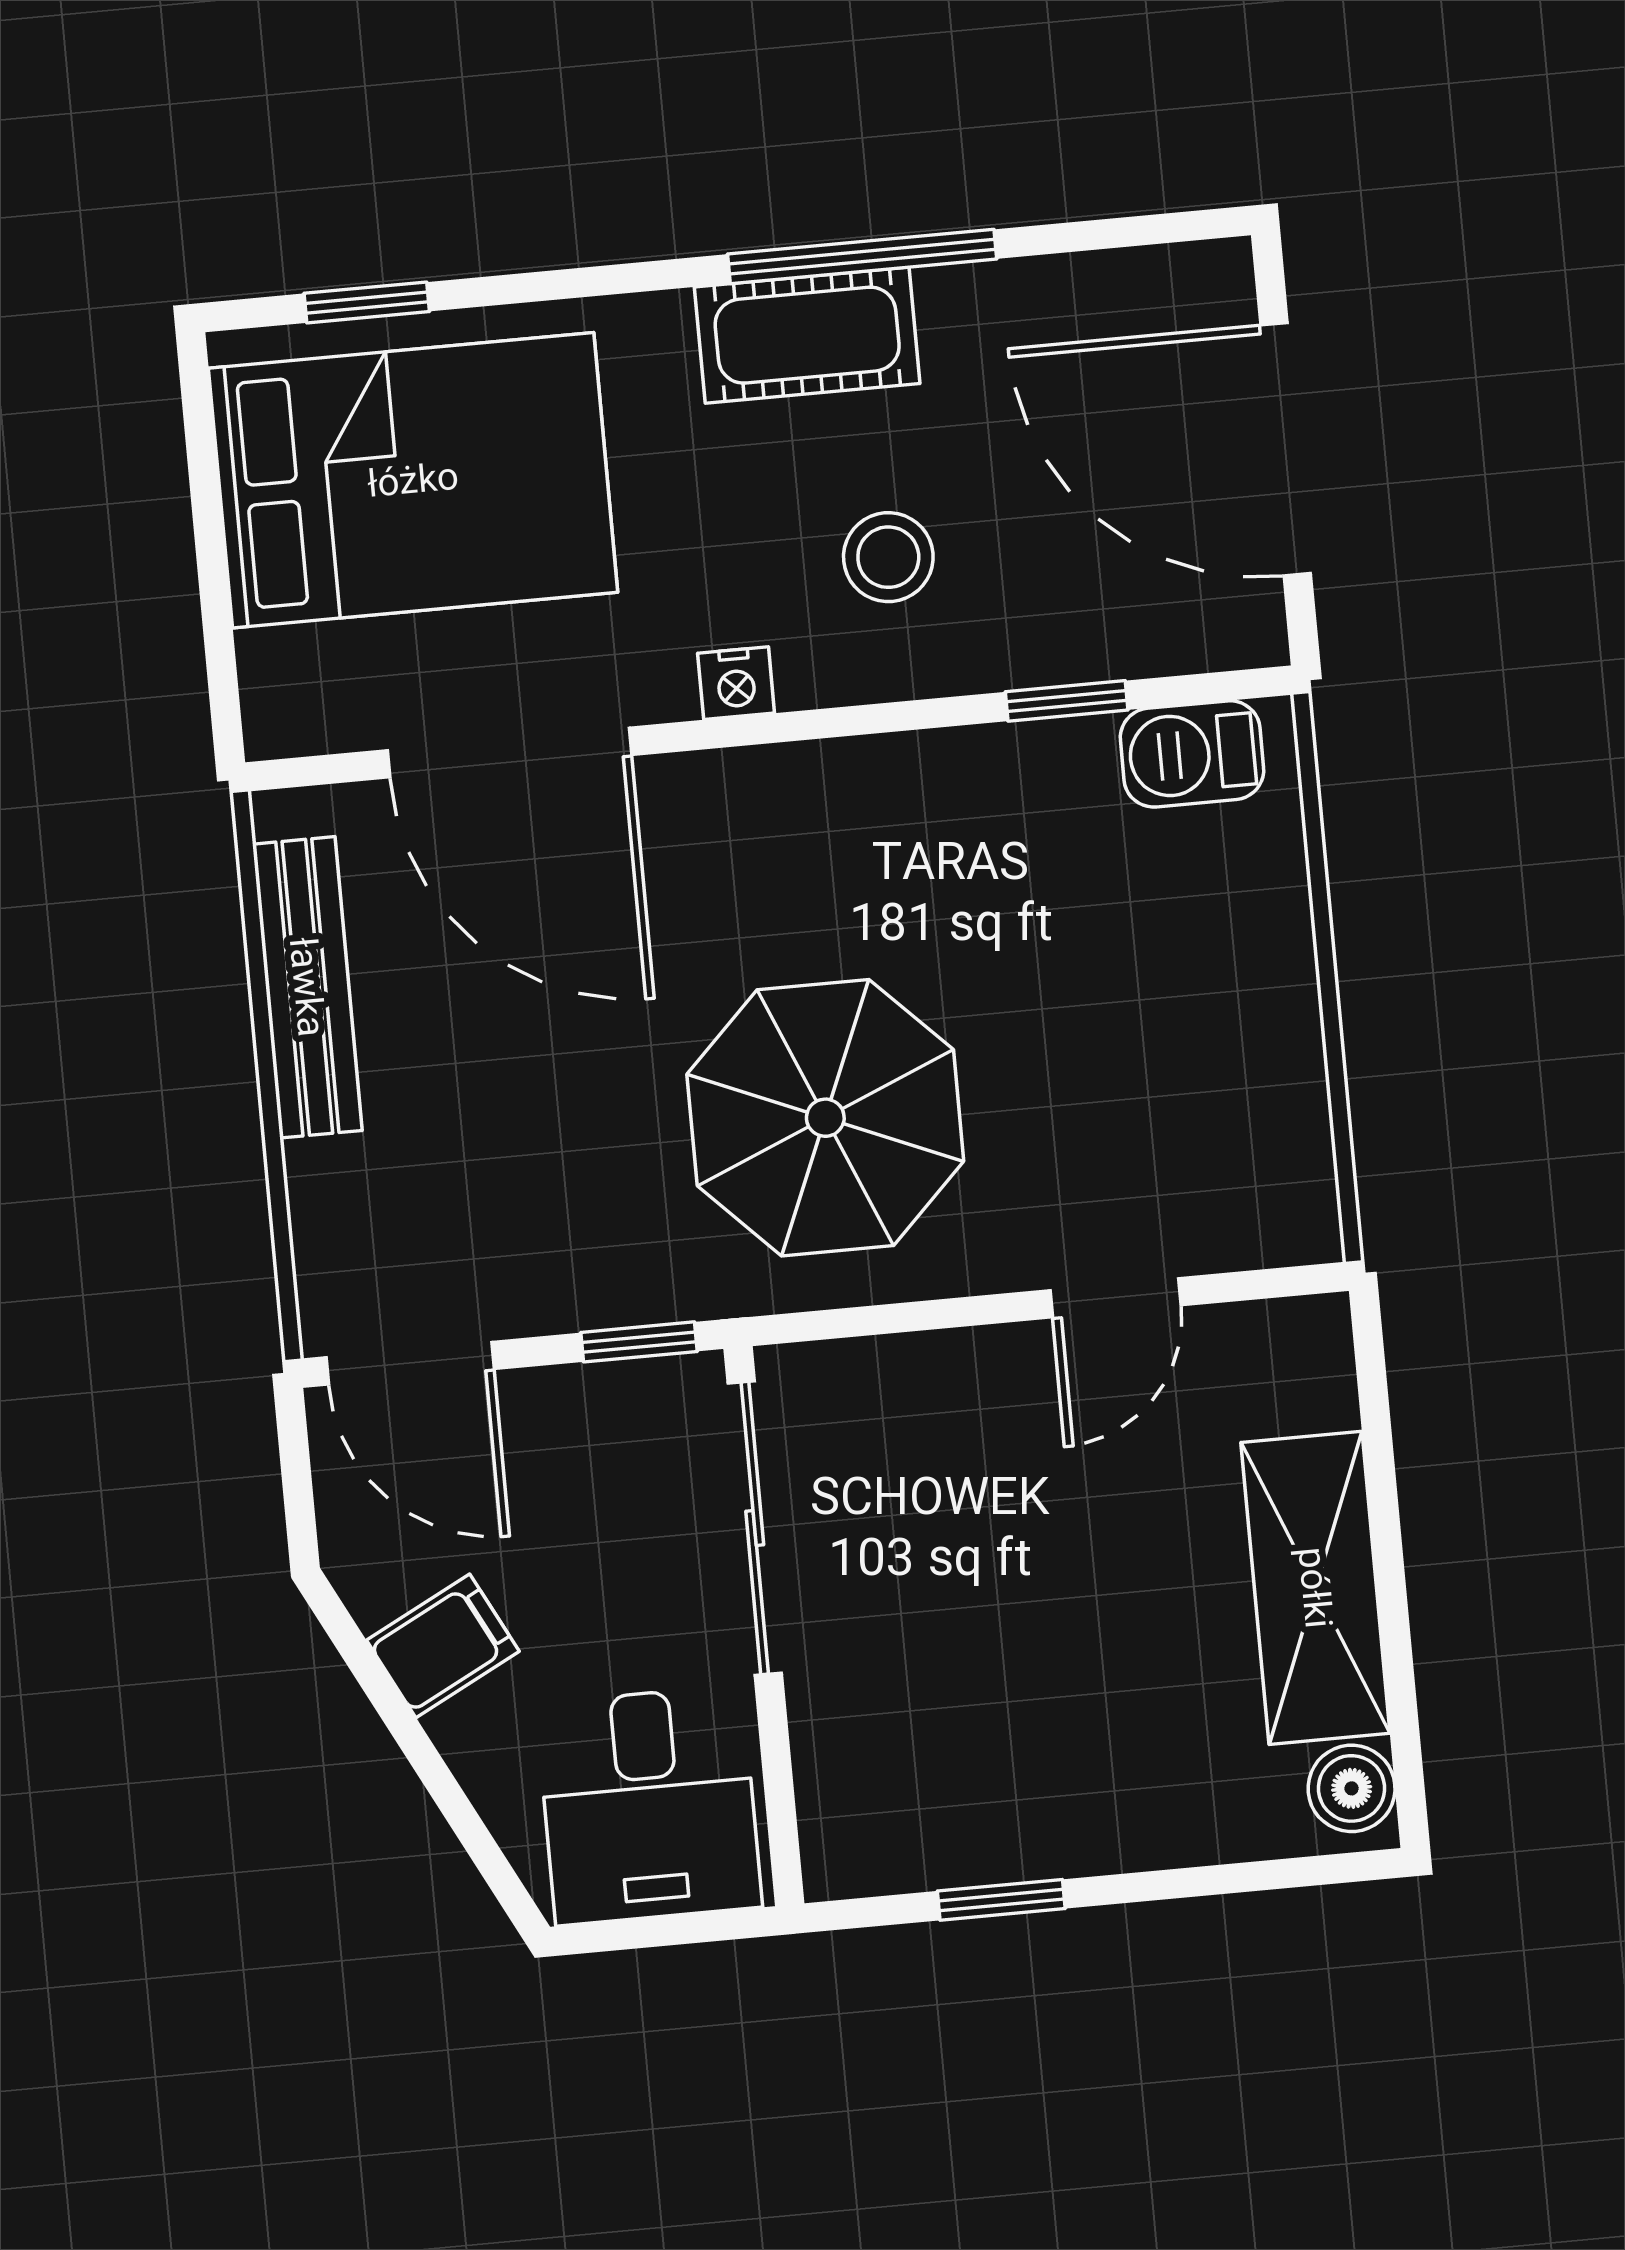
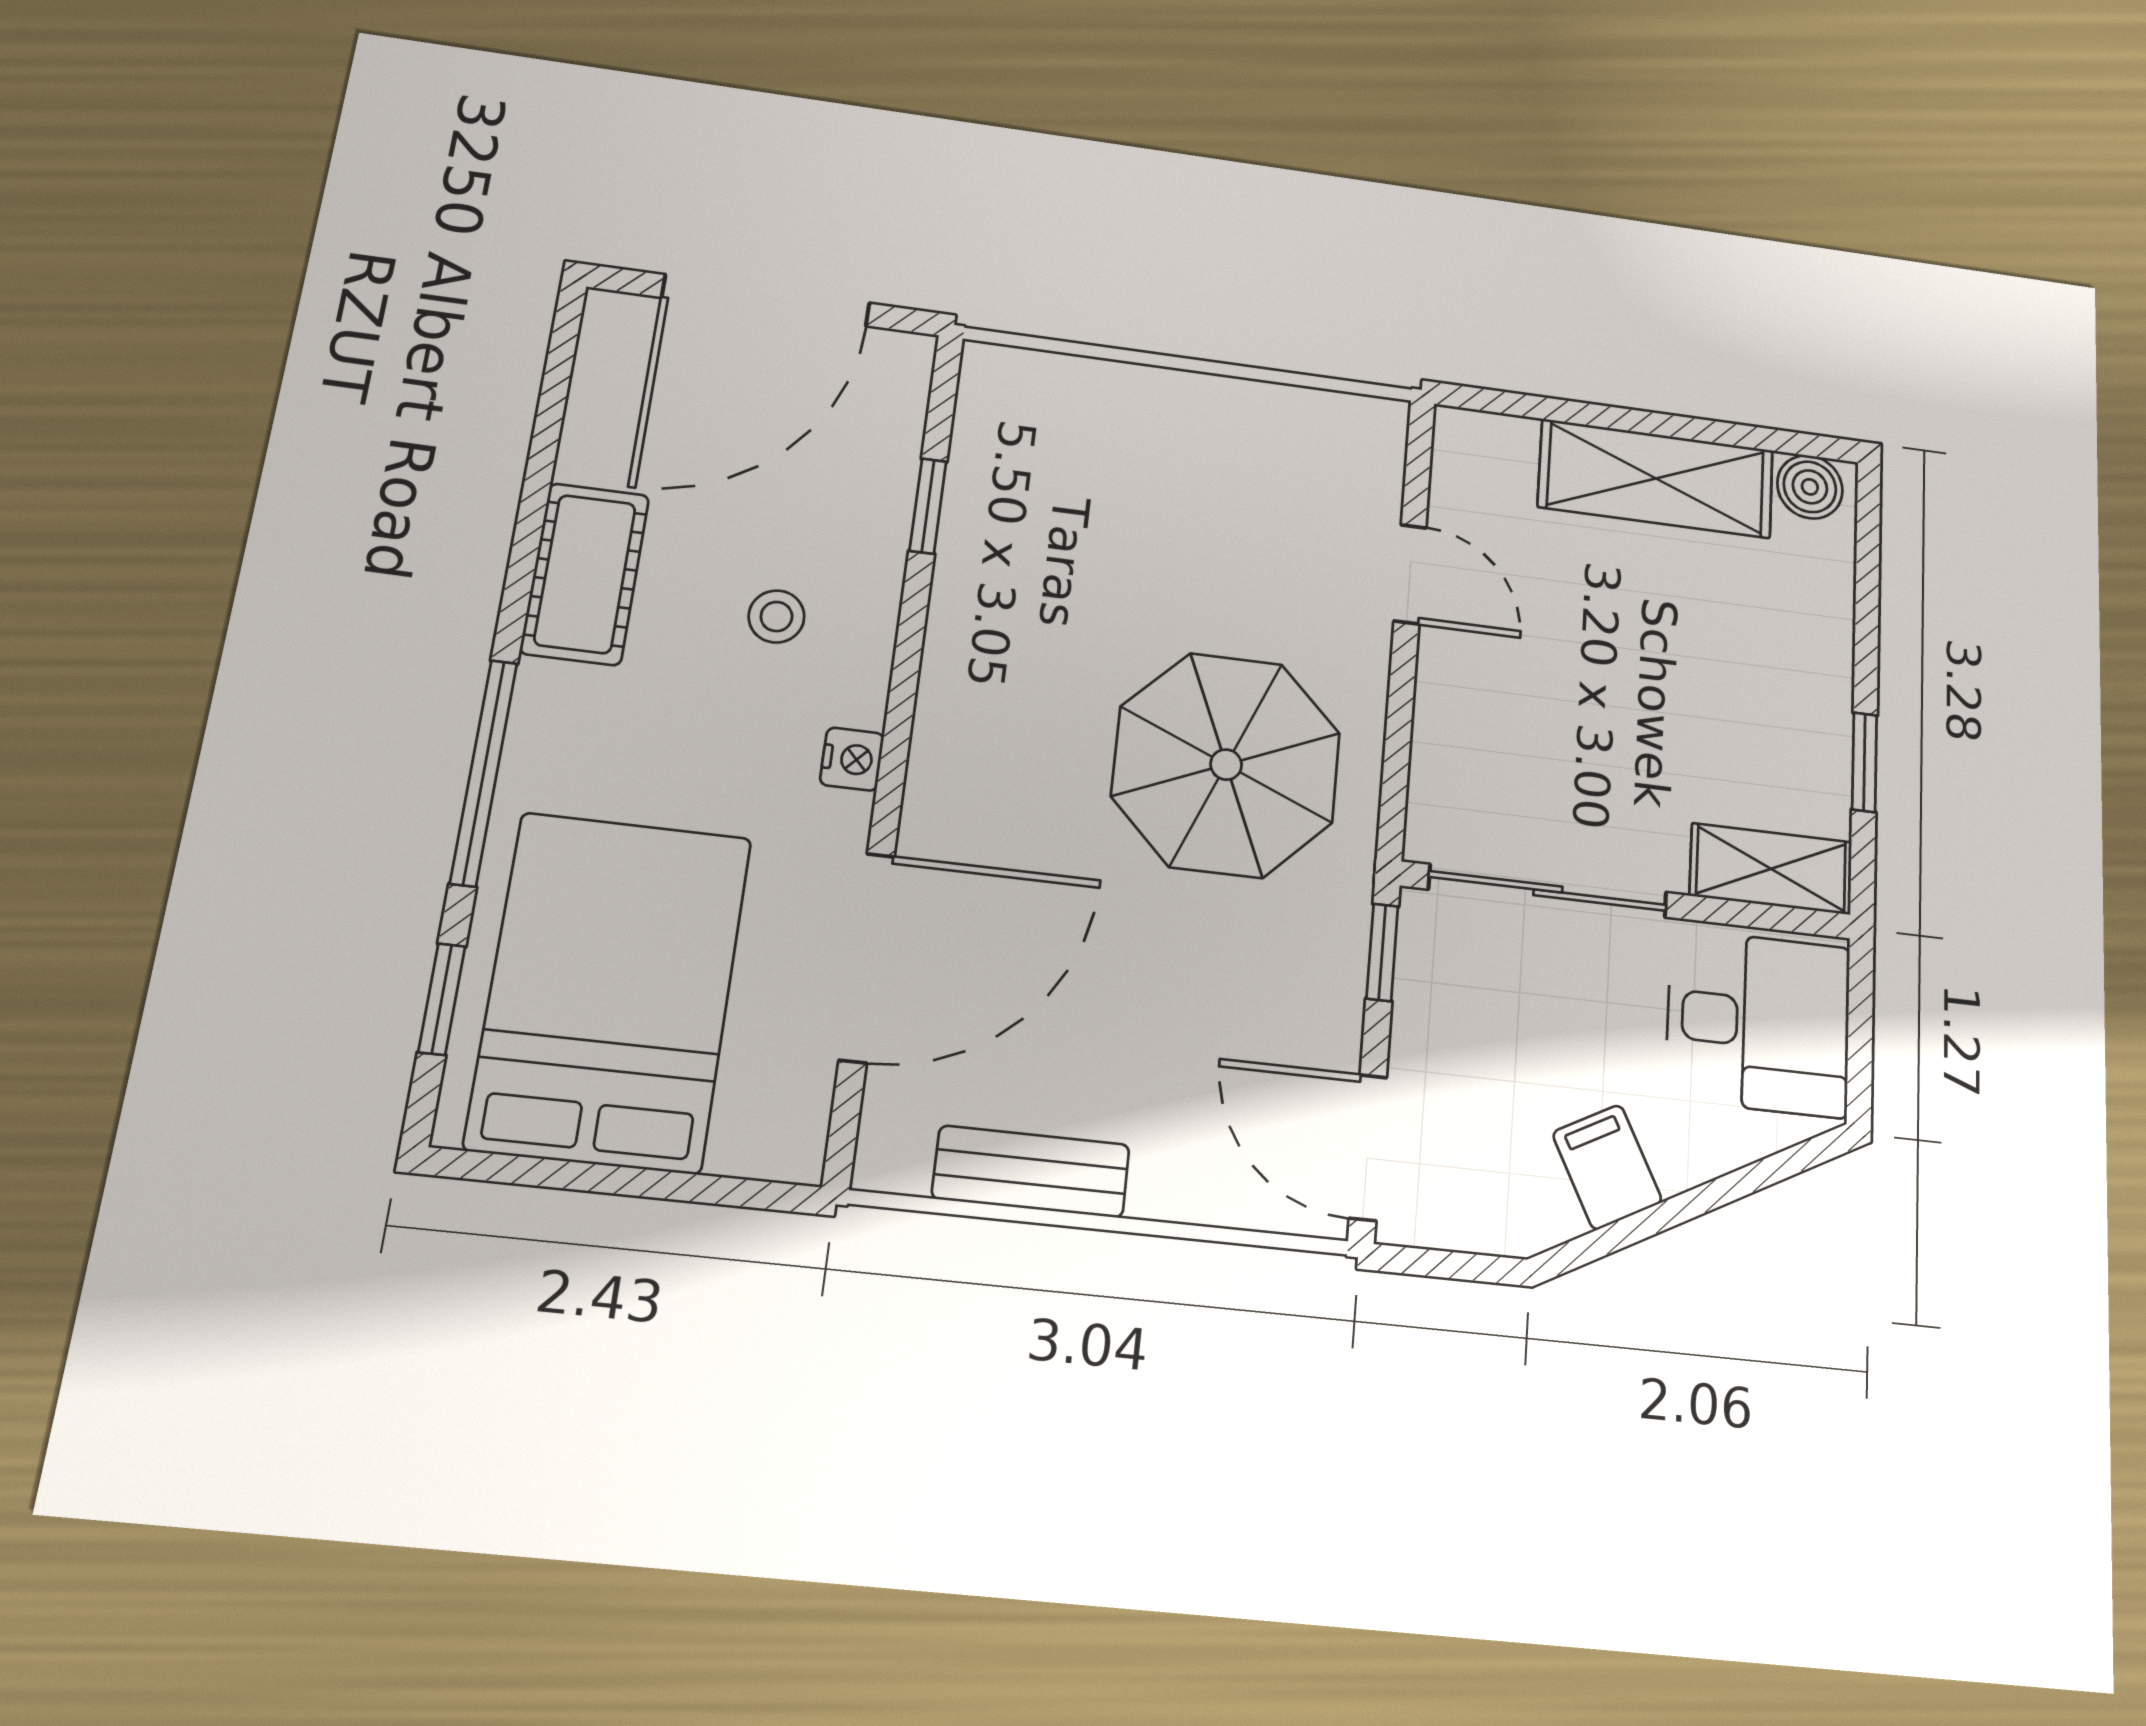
window: (862, 256) -> (484, 772), moved
cot: (807, 335) -> (585, 574), moved
stool: (888, 557) -> (776, 617), width x0.73, depth x0.73
barbecue: (1192, 754) -> (992, 423), removed
bench: (307, 987) -> (1031, 1172), width x0.73
door: (410, 1363) -> (1368, 1147), swing flipped
shelving: (840, 1798) -> (1771, 869), added

